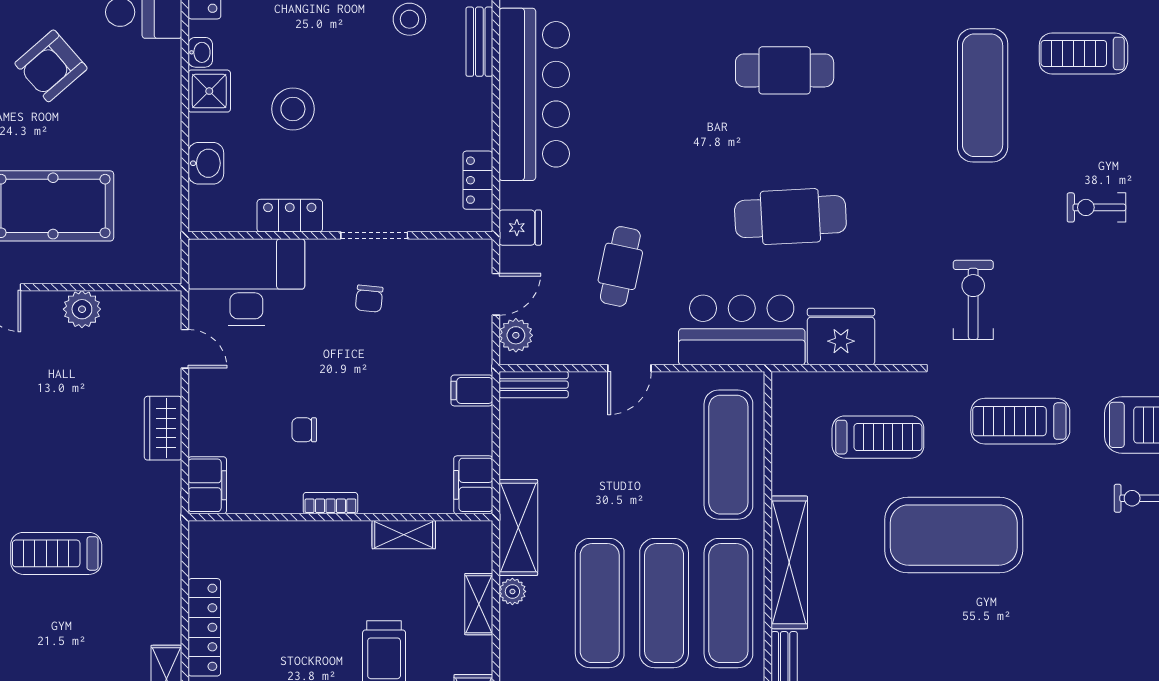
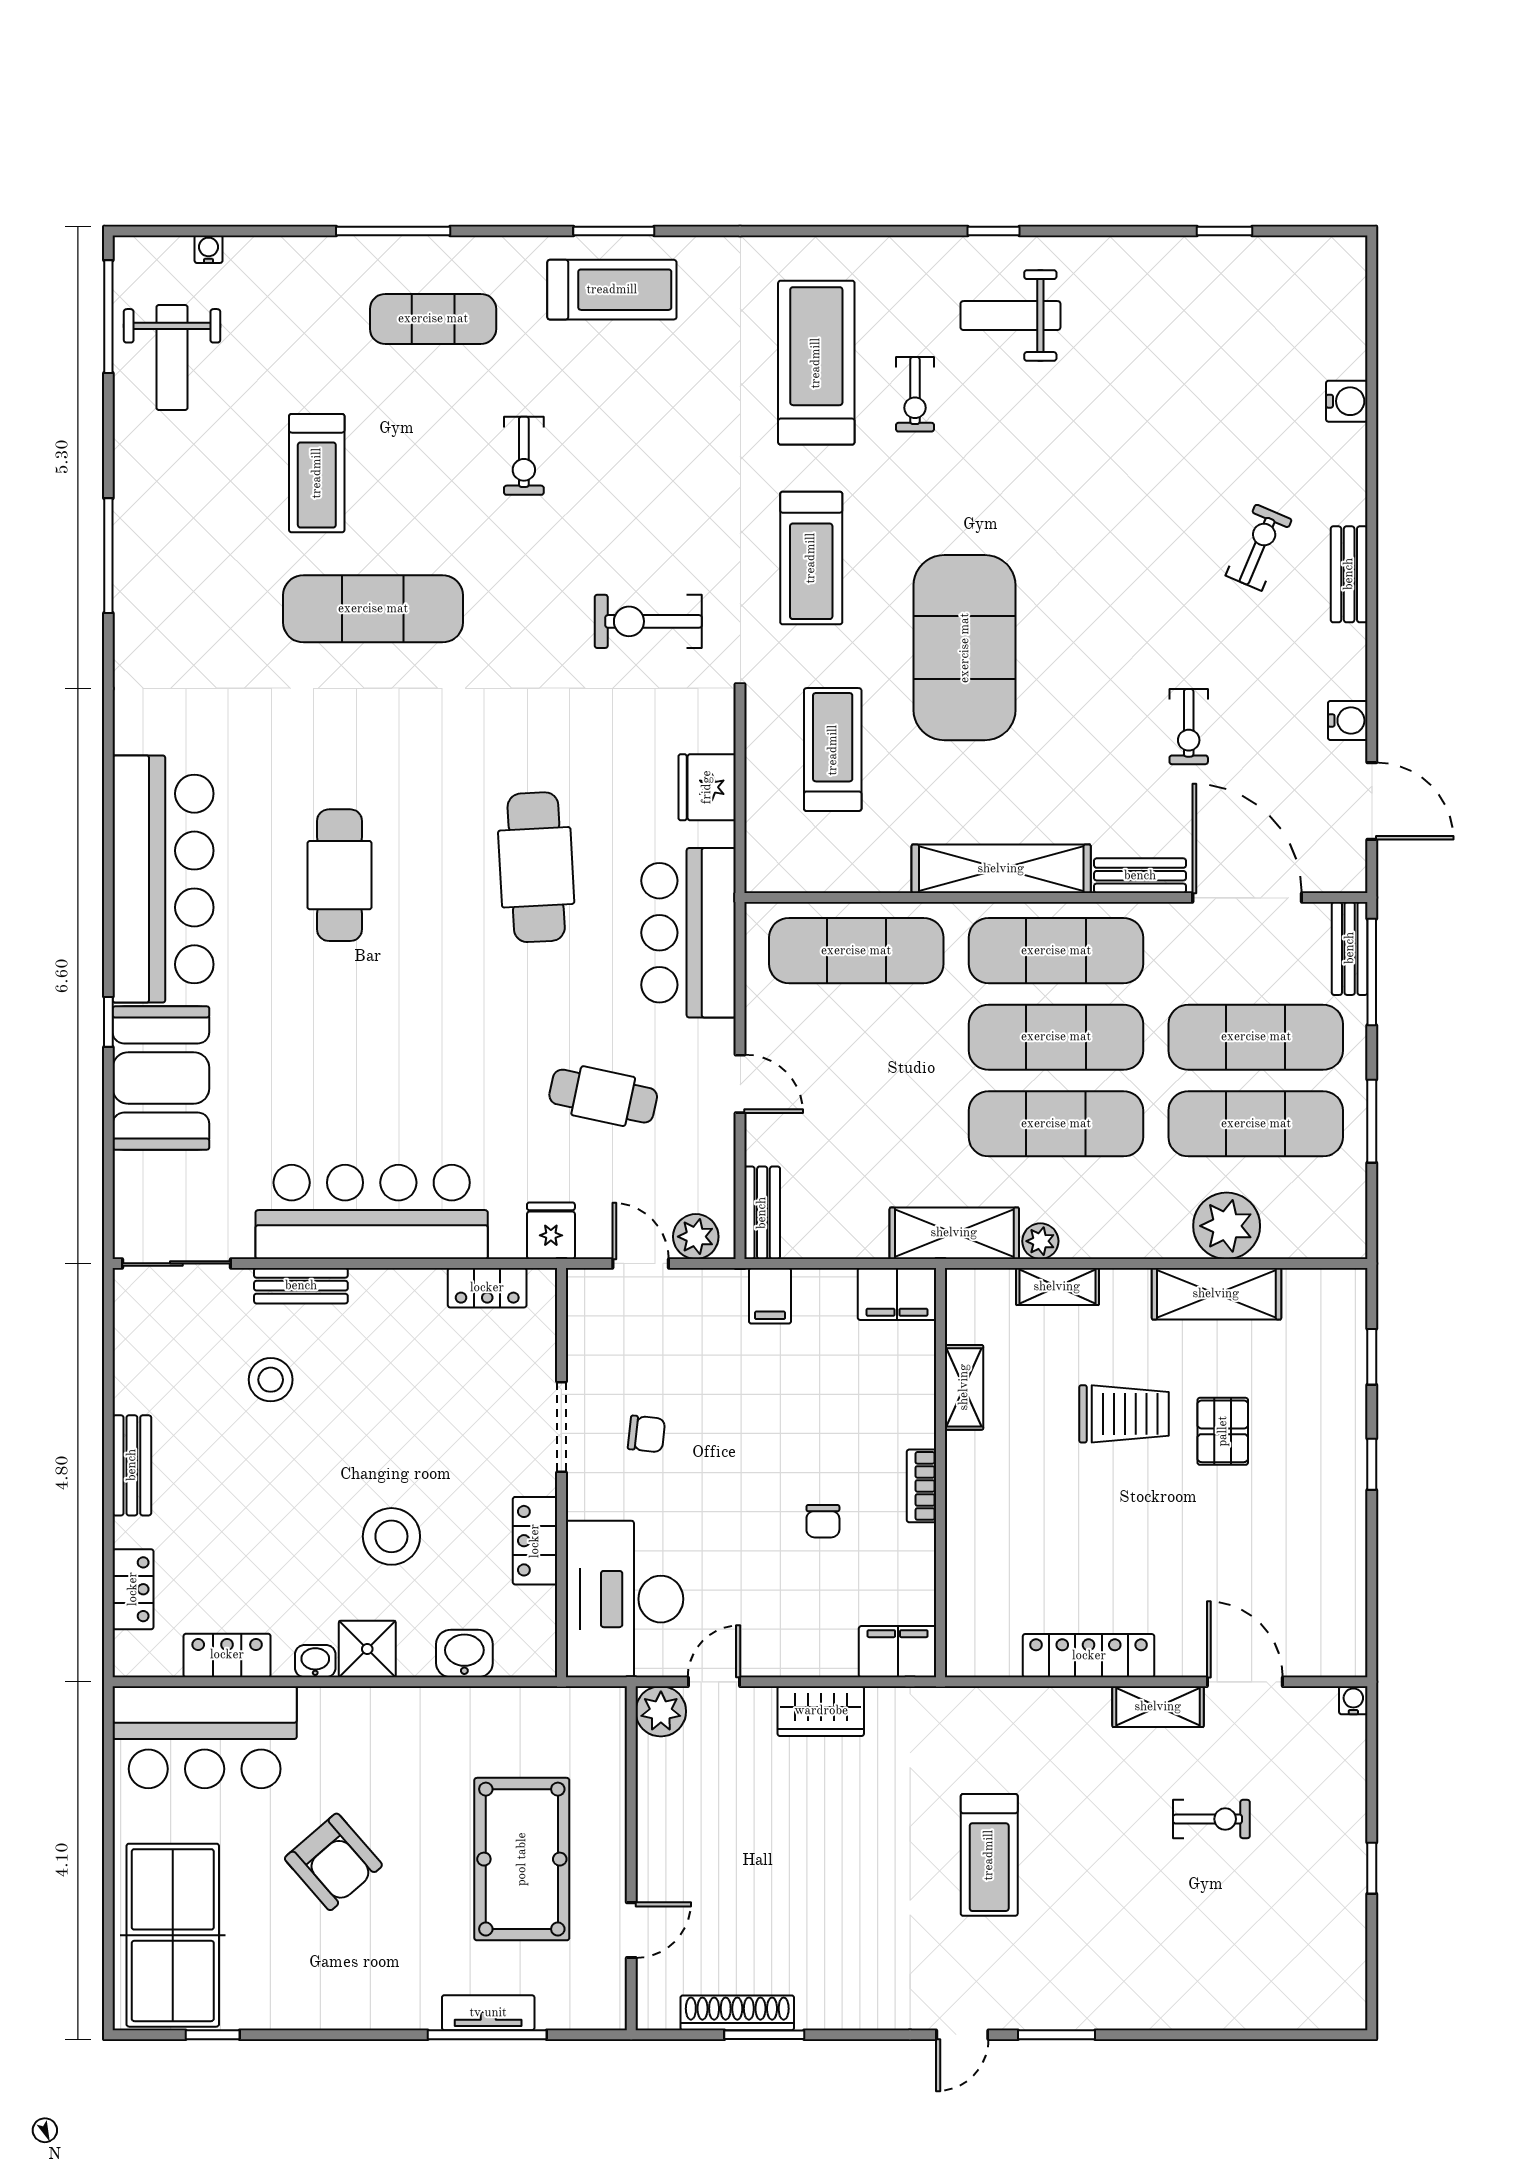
plant: (82, 309) -> (661, 1711), moved
fridge: (841, 337) -> (707, 787), width x0.73, depth x0.75

